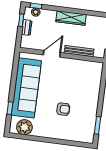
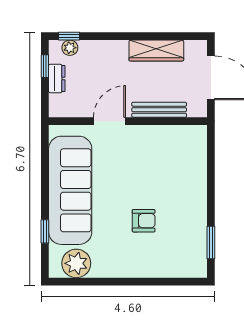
wardrobe: (71, 18) -> (156, 50), moved

